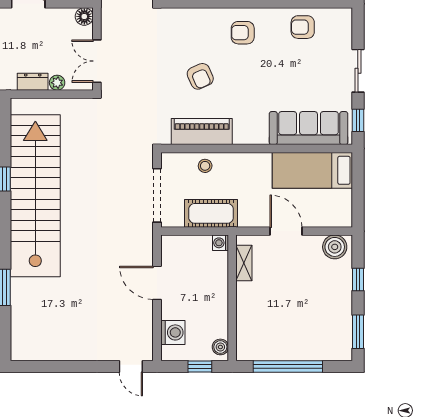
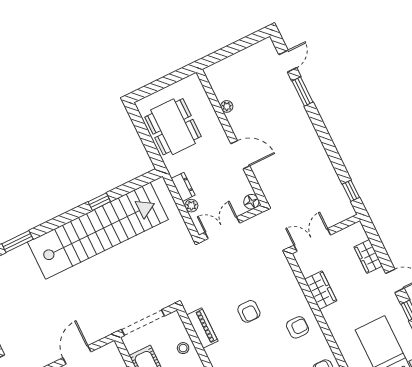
armchair: (243, 33) -> (298, 327), turned 90
armchair: (200, 76) -> (249, 311), turned -66
piano: (202, 132) -> (202, 328), width x0.73, depth x0.75

